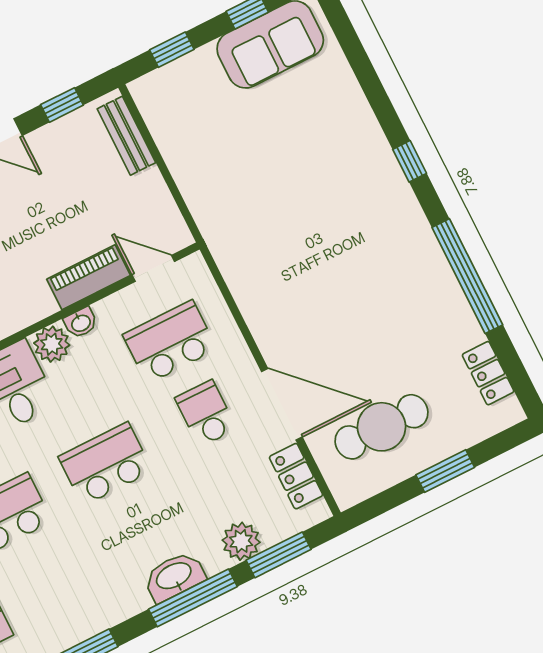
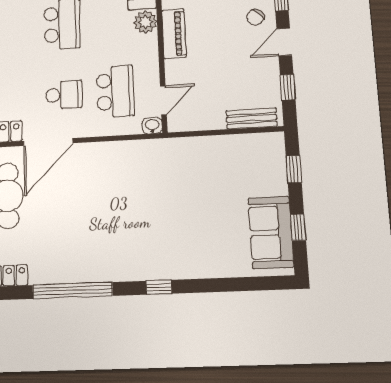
piano: (89, 277) -> (174, 34), moved
washbasin: (81, 323) -> (152, 126), moved, turned 90

